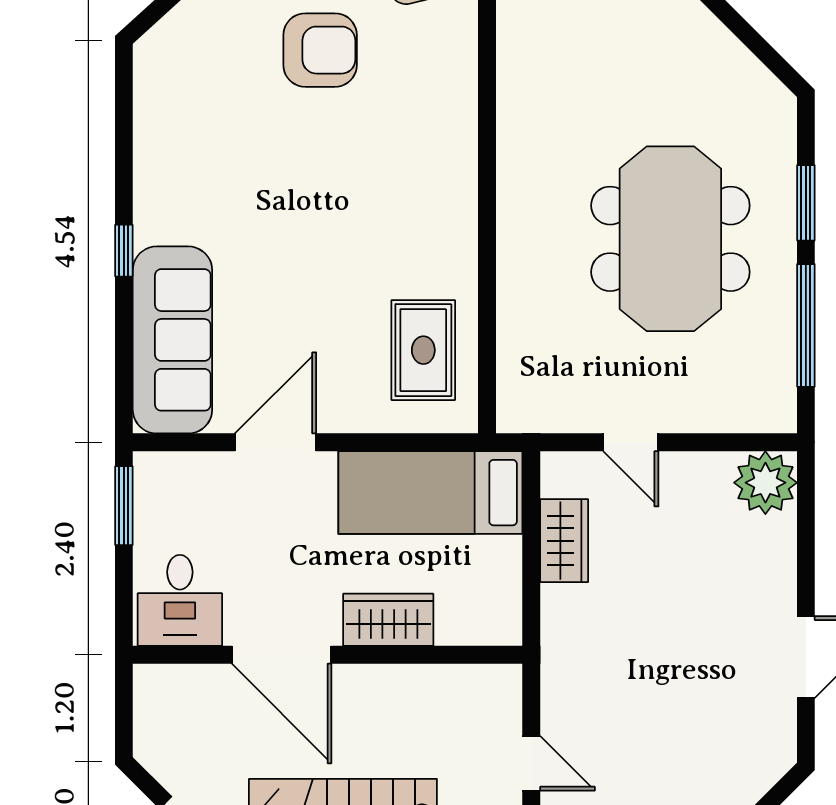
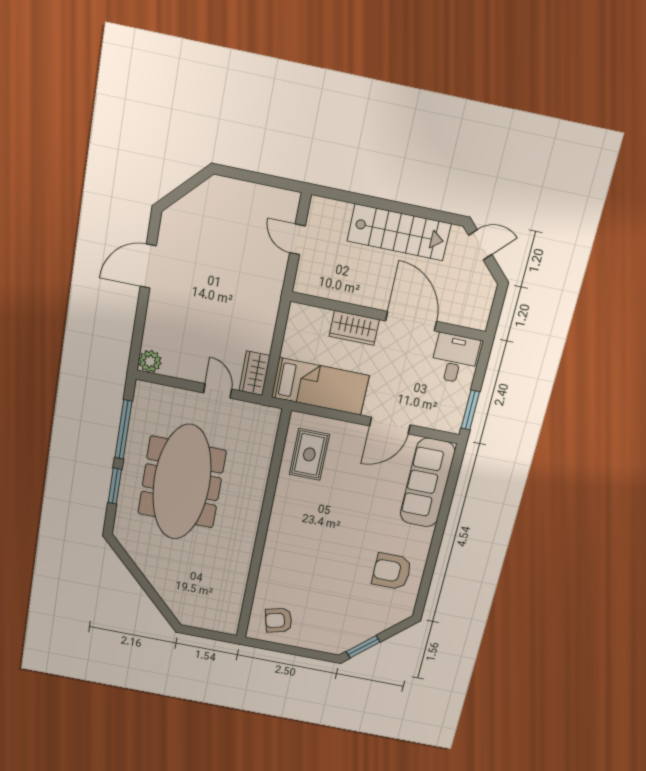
armchair: (320, 50) -> (392, 571), moved
meeting table: (670, 239) -> (182, 482), width x1.36
window: (124, 251) -> (440, 527), removed
plant: (765, 483) -> (150, 361), width x0.73, depth x0.73
wardrobe: (564, 541) -> (255, 373), moved

